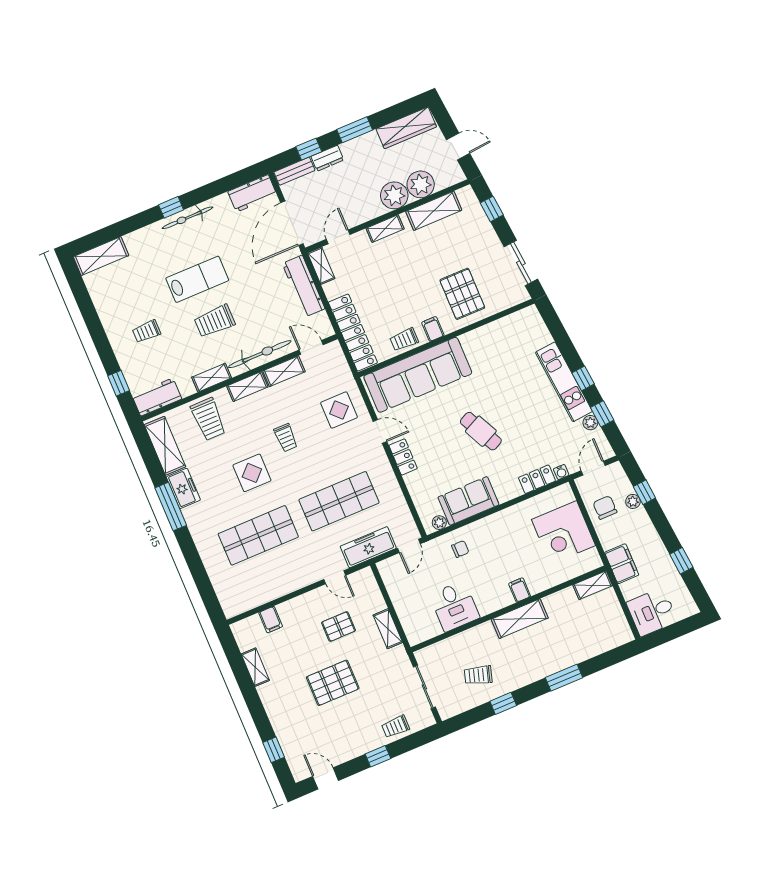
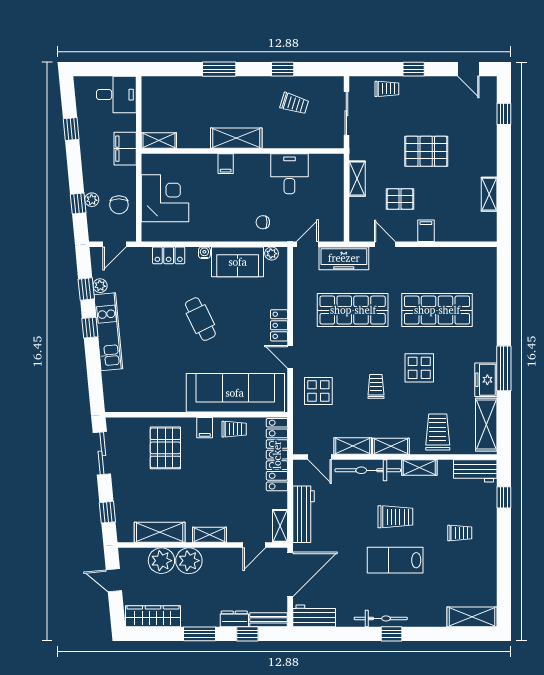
water cooler: (561, 472) -> (204, 253), moved
filing cabinet: (271, 620) -> (426, 231), moved

